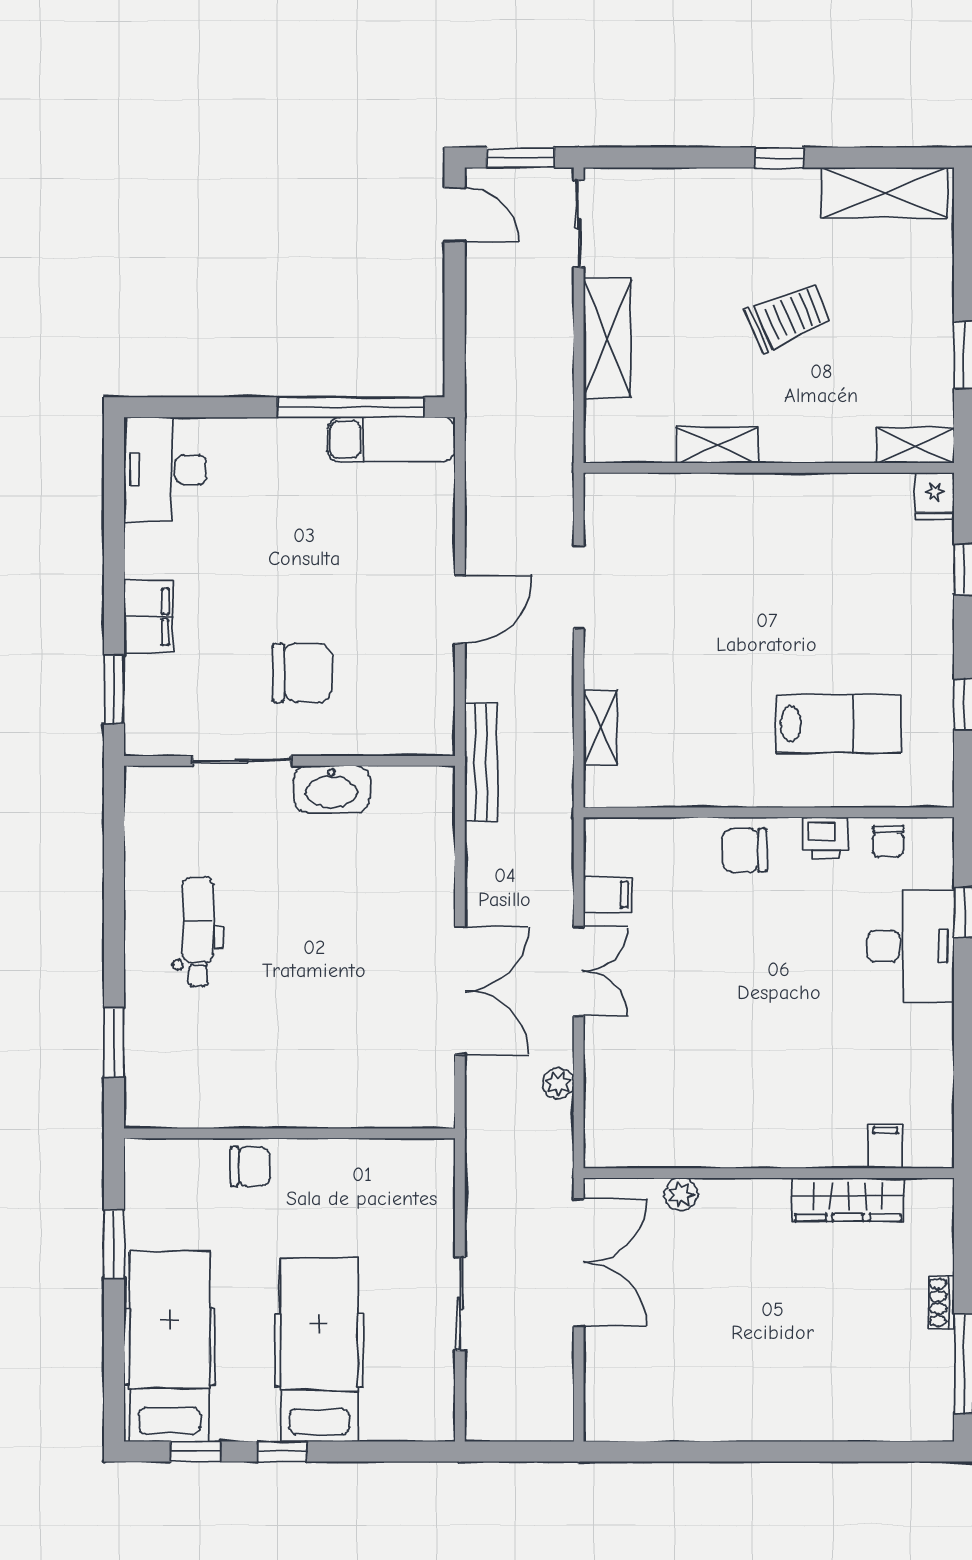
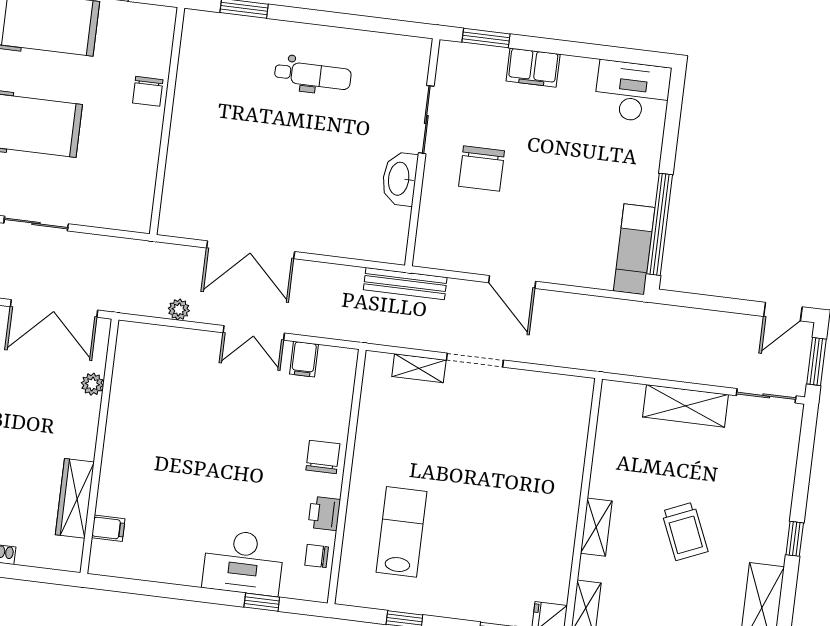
shelving: (717, 445) -> (596, 527), moved
doorway: (579, 587) -> (475, 360), moved
lab bench: (839, 724) -> (401, 532), turned 180

